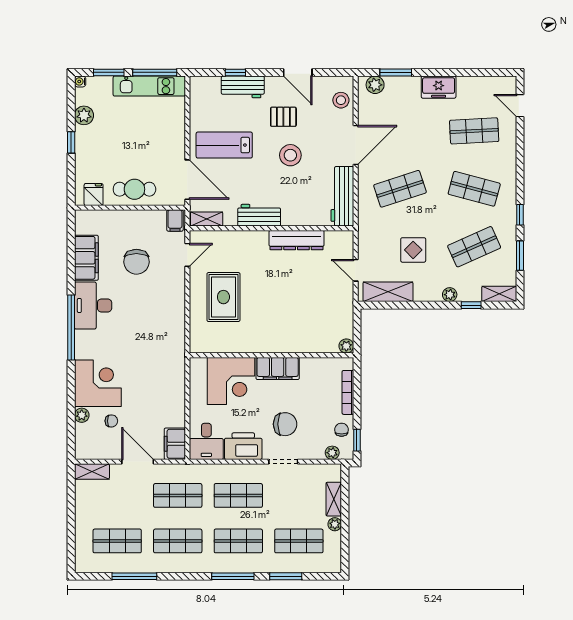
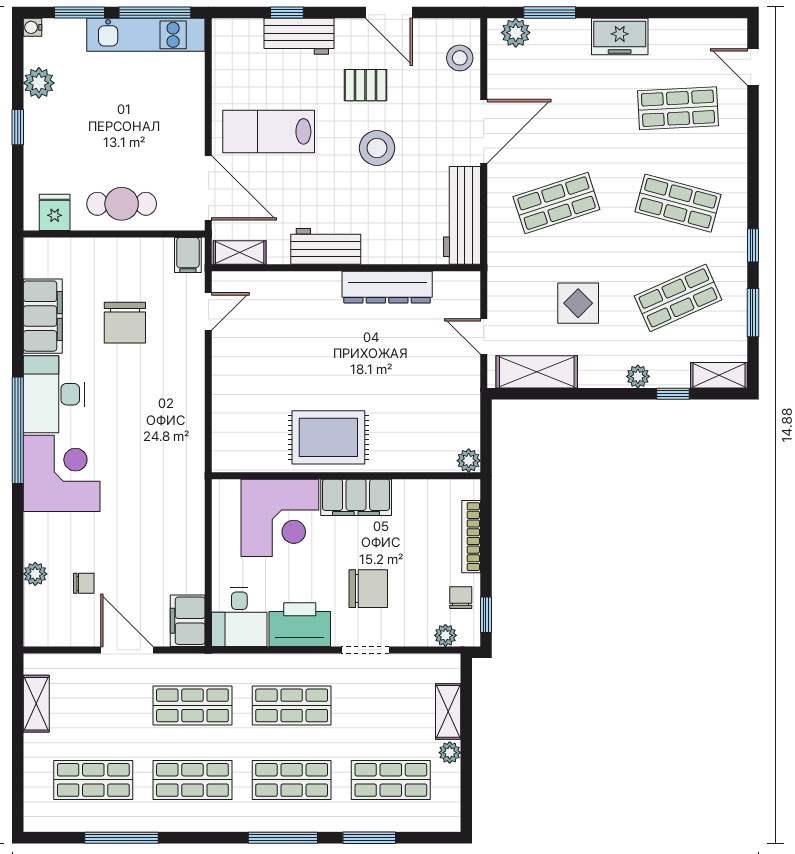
rug: (223, 297) -> (328, 437), moved, turned 90
corner desk: (98, 383) -> (62, 473), moved
shelving: (92, 471) -> (36, 704), moved, turned 90

